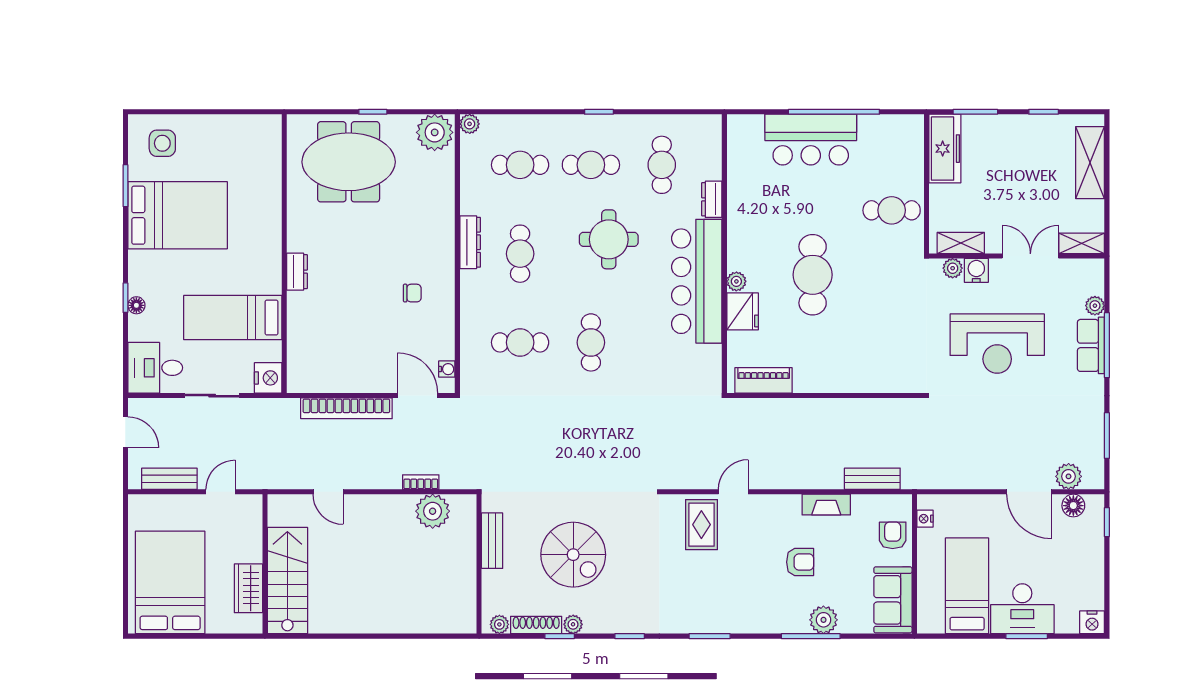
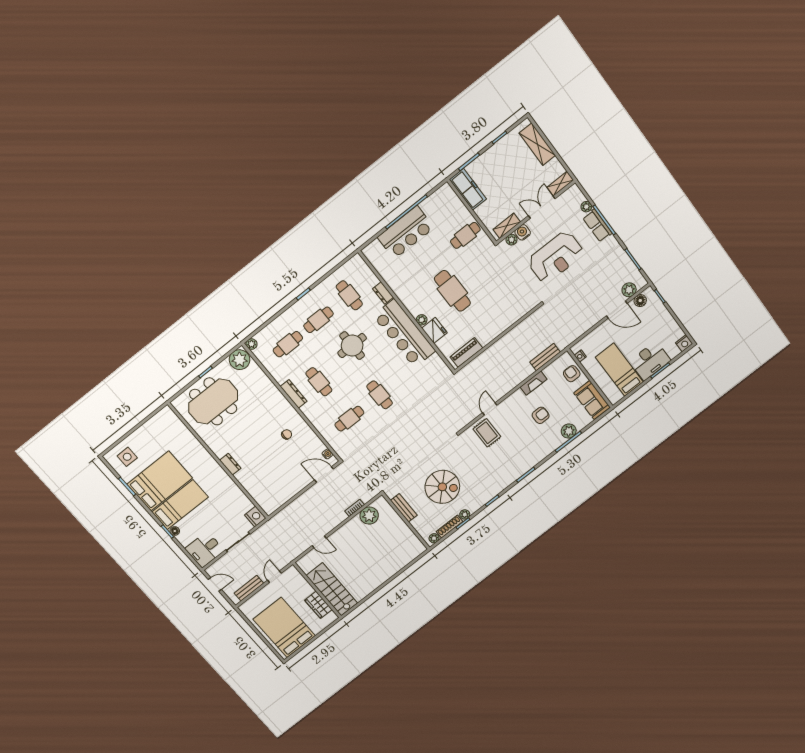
bed: (233, 318) -> (180, 505), moved, turned 180
bookcase: (346, 408) -> (298, 503), removed

